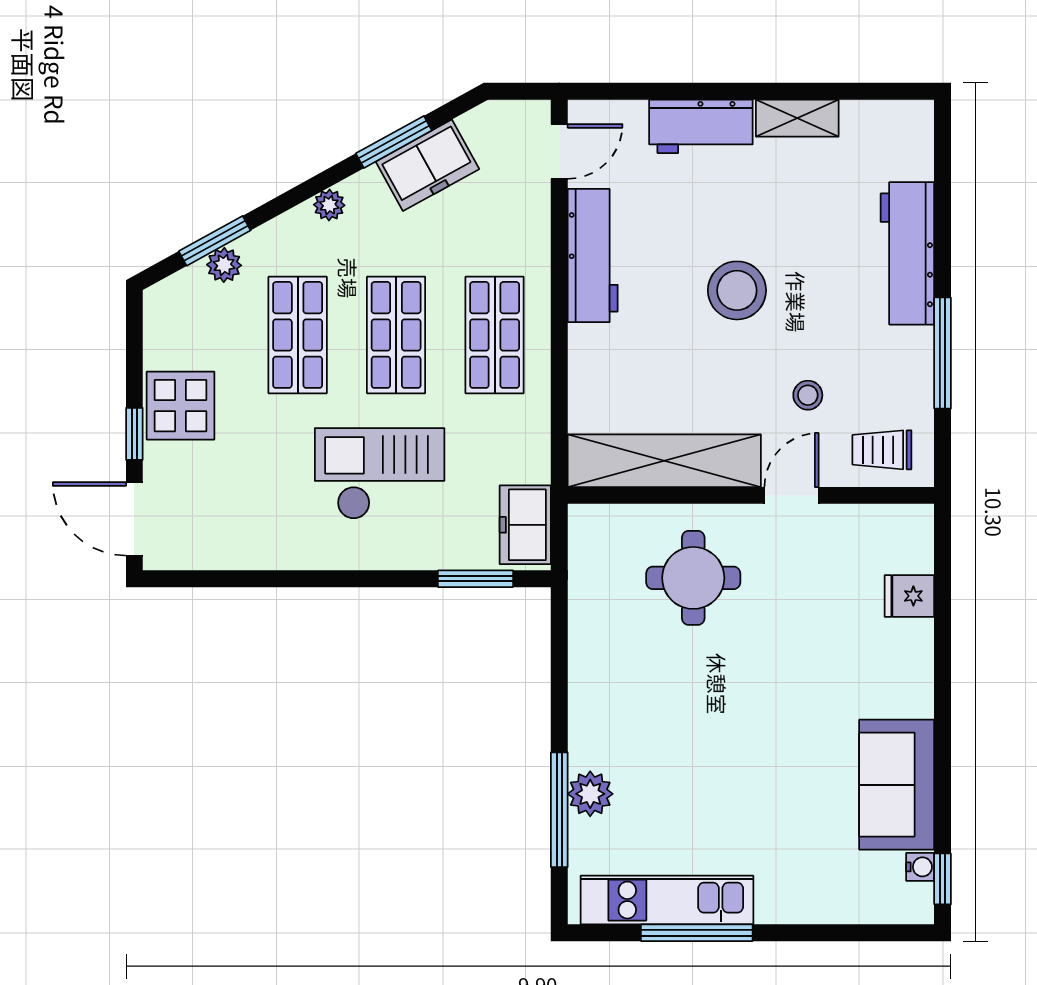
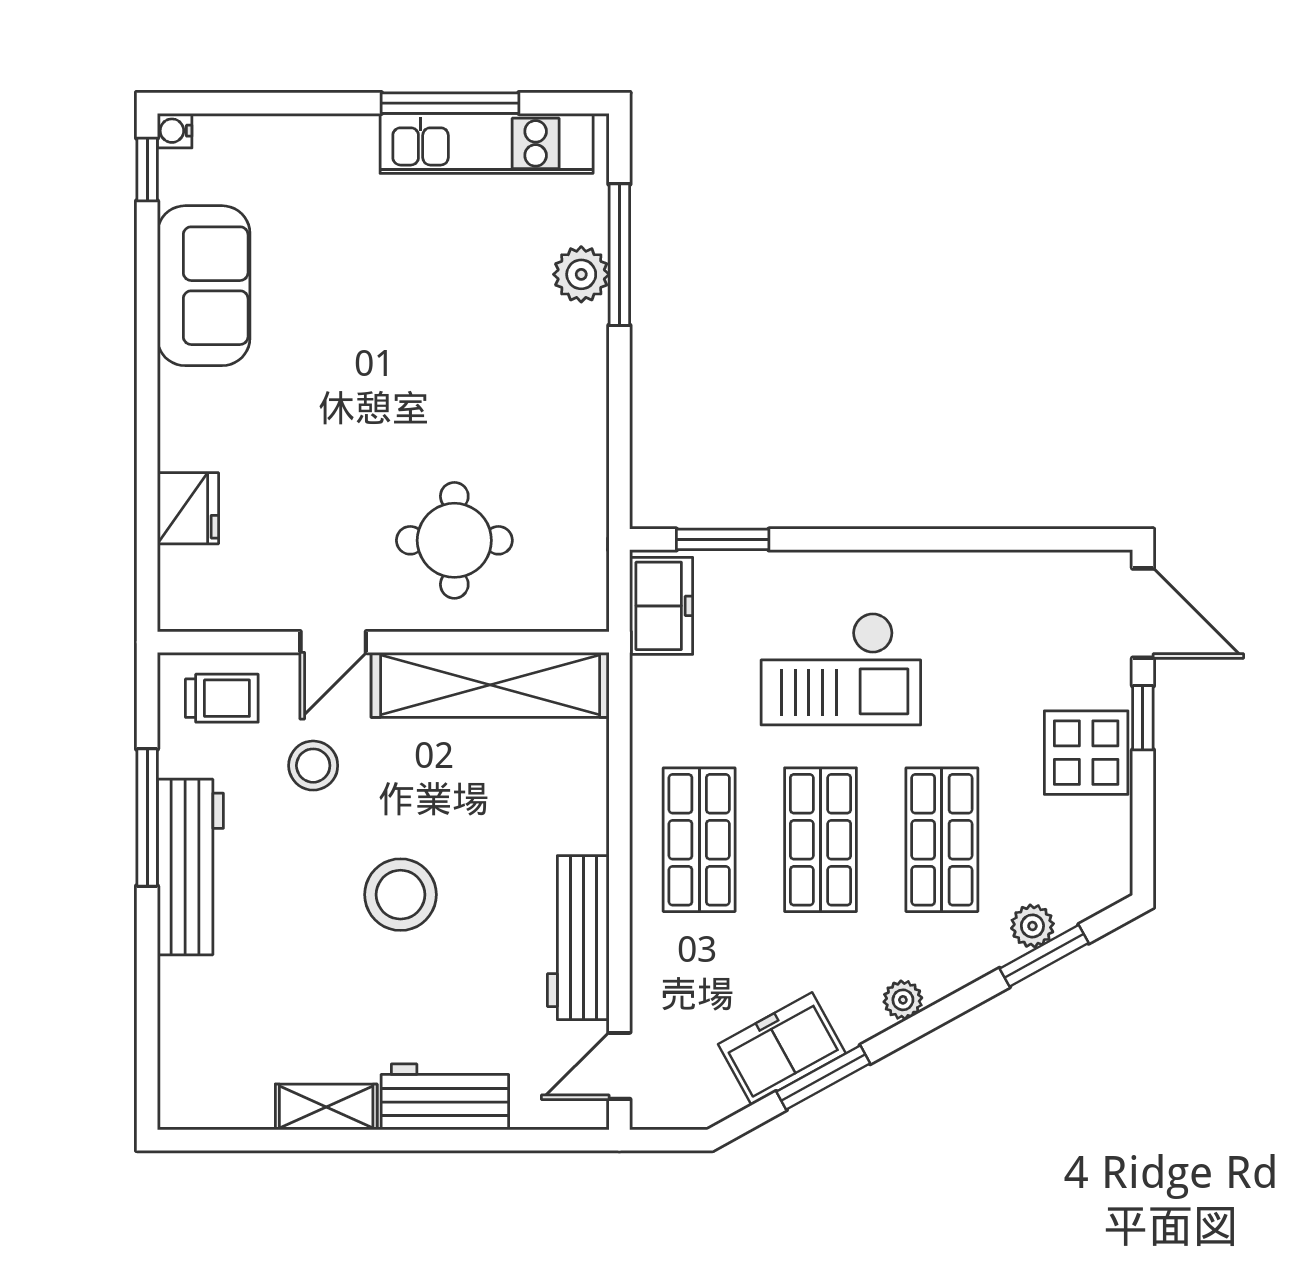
workbench: (907, 253) -> (190, 867), moved
stool: (808, 395) -> (313, 766), width x1.37, depth x1.37
fridge: (909, 596) -> (188, 508), width x1.38
water cooler: (920, 867) -> (175, 131), moved

